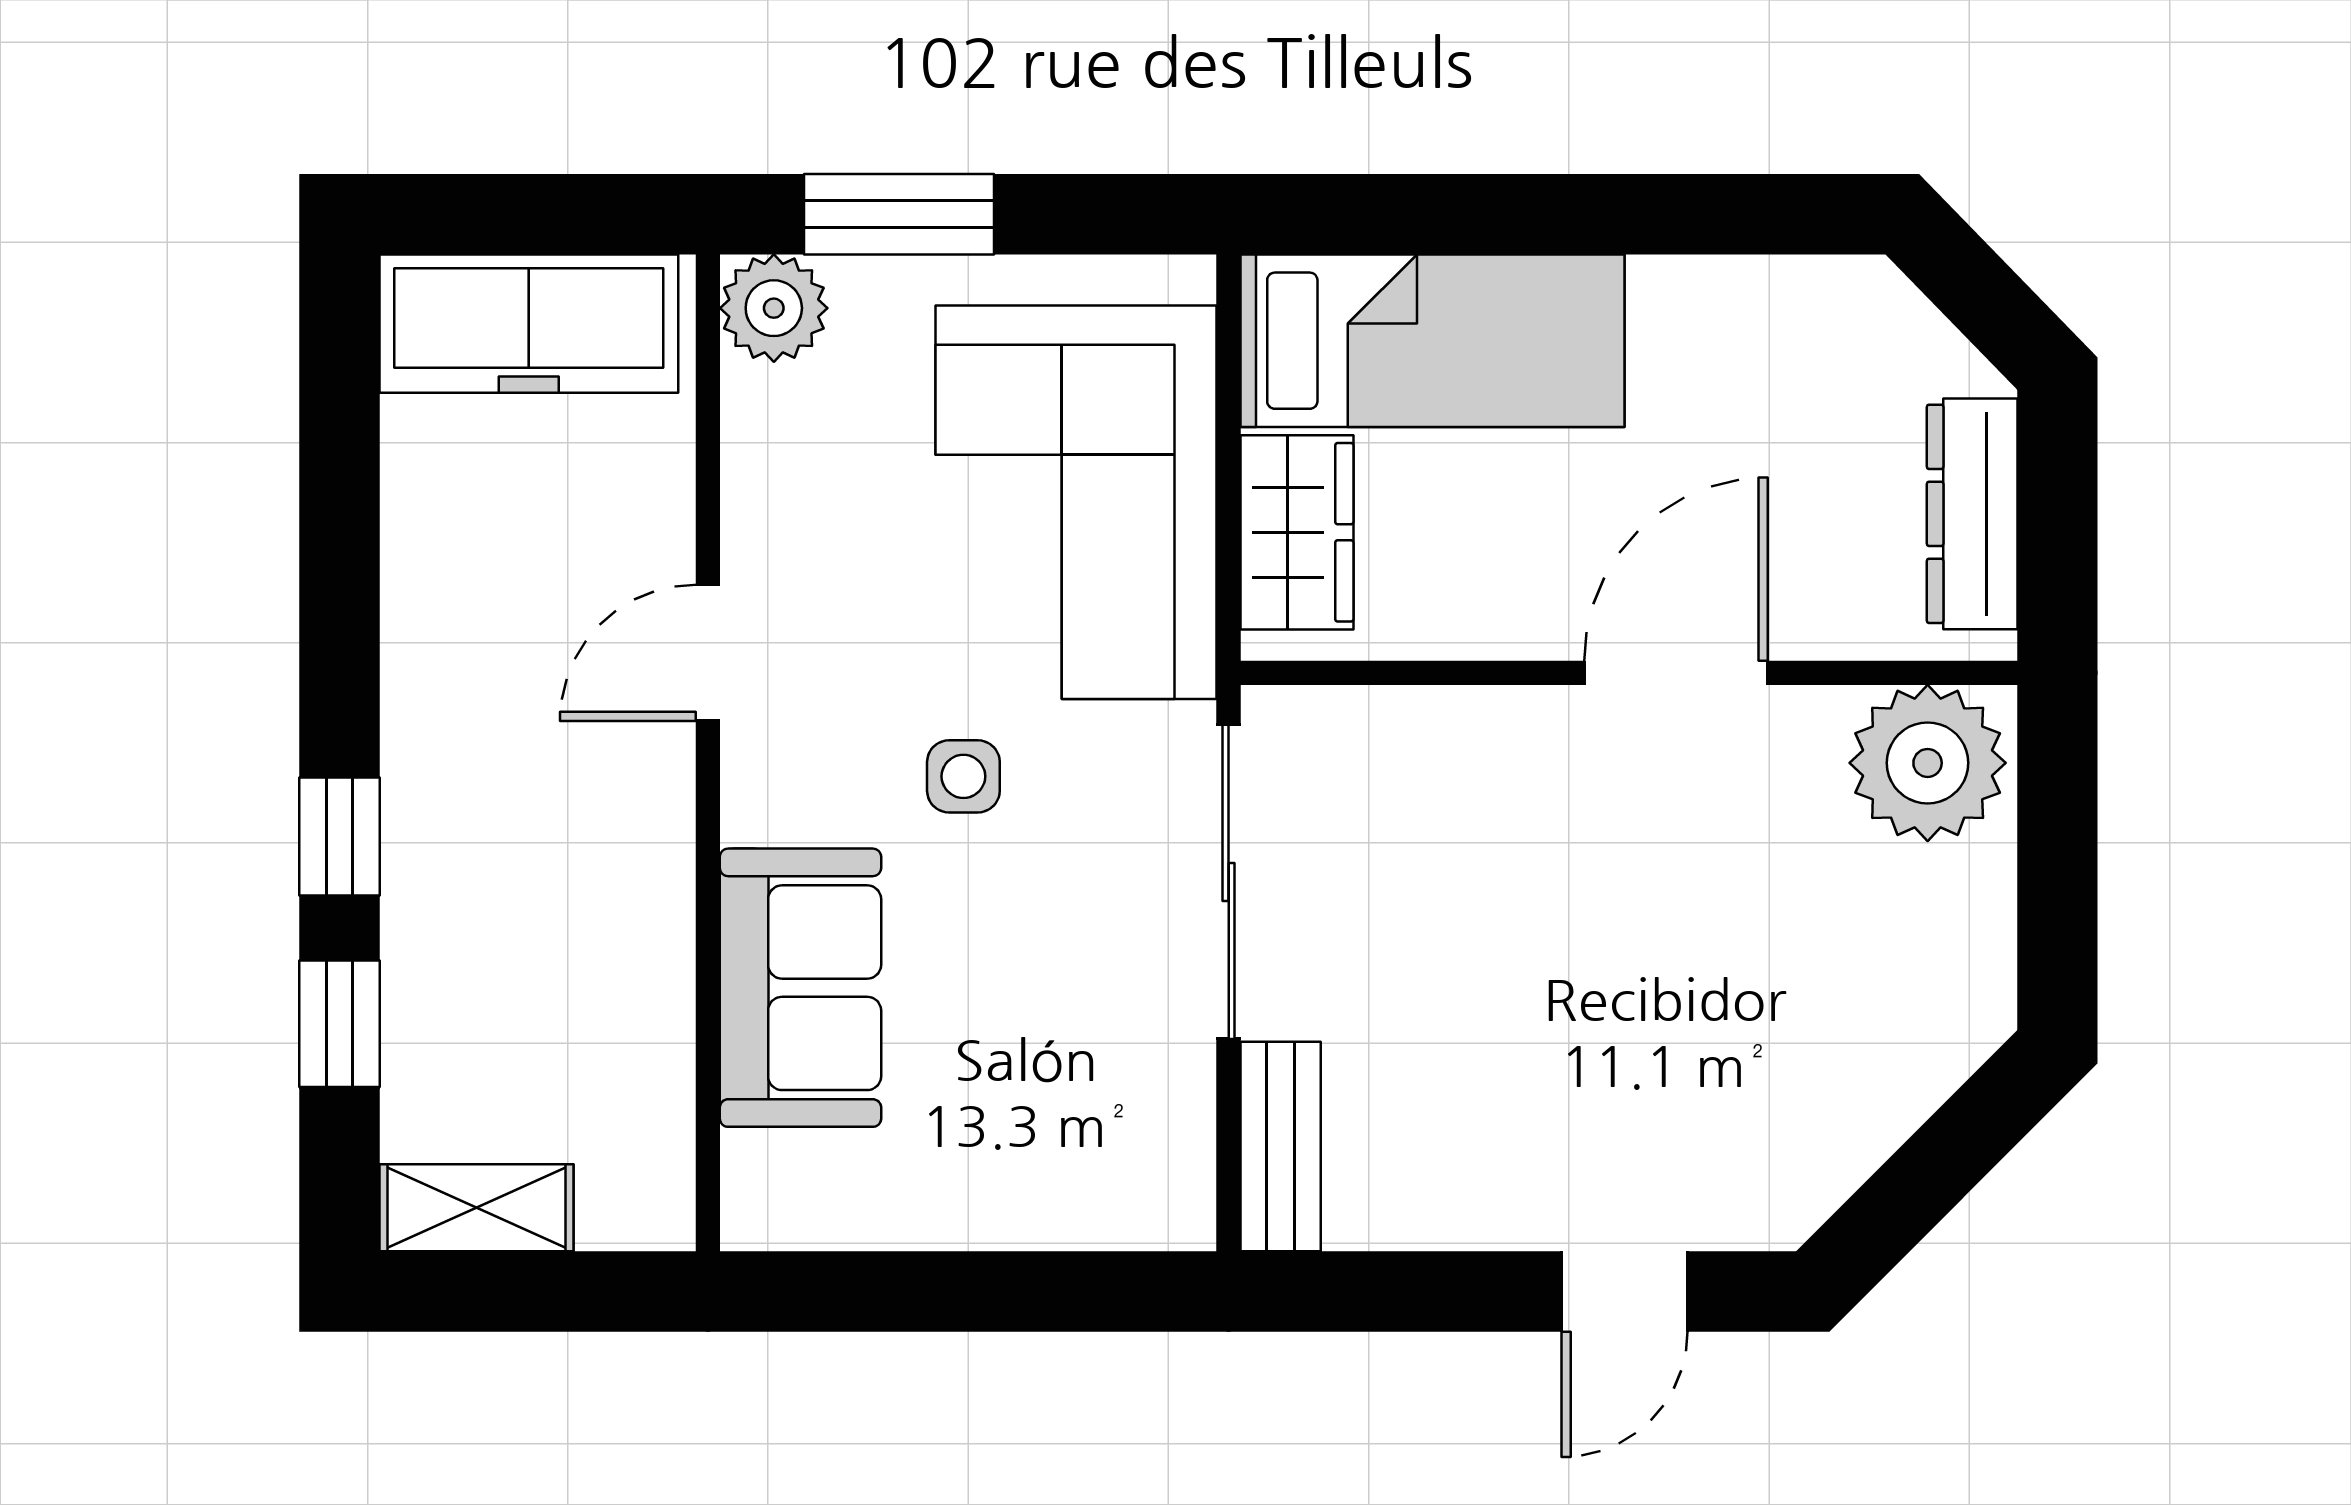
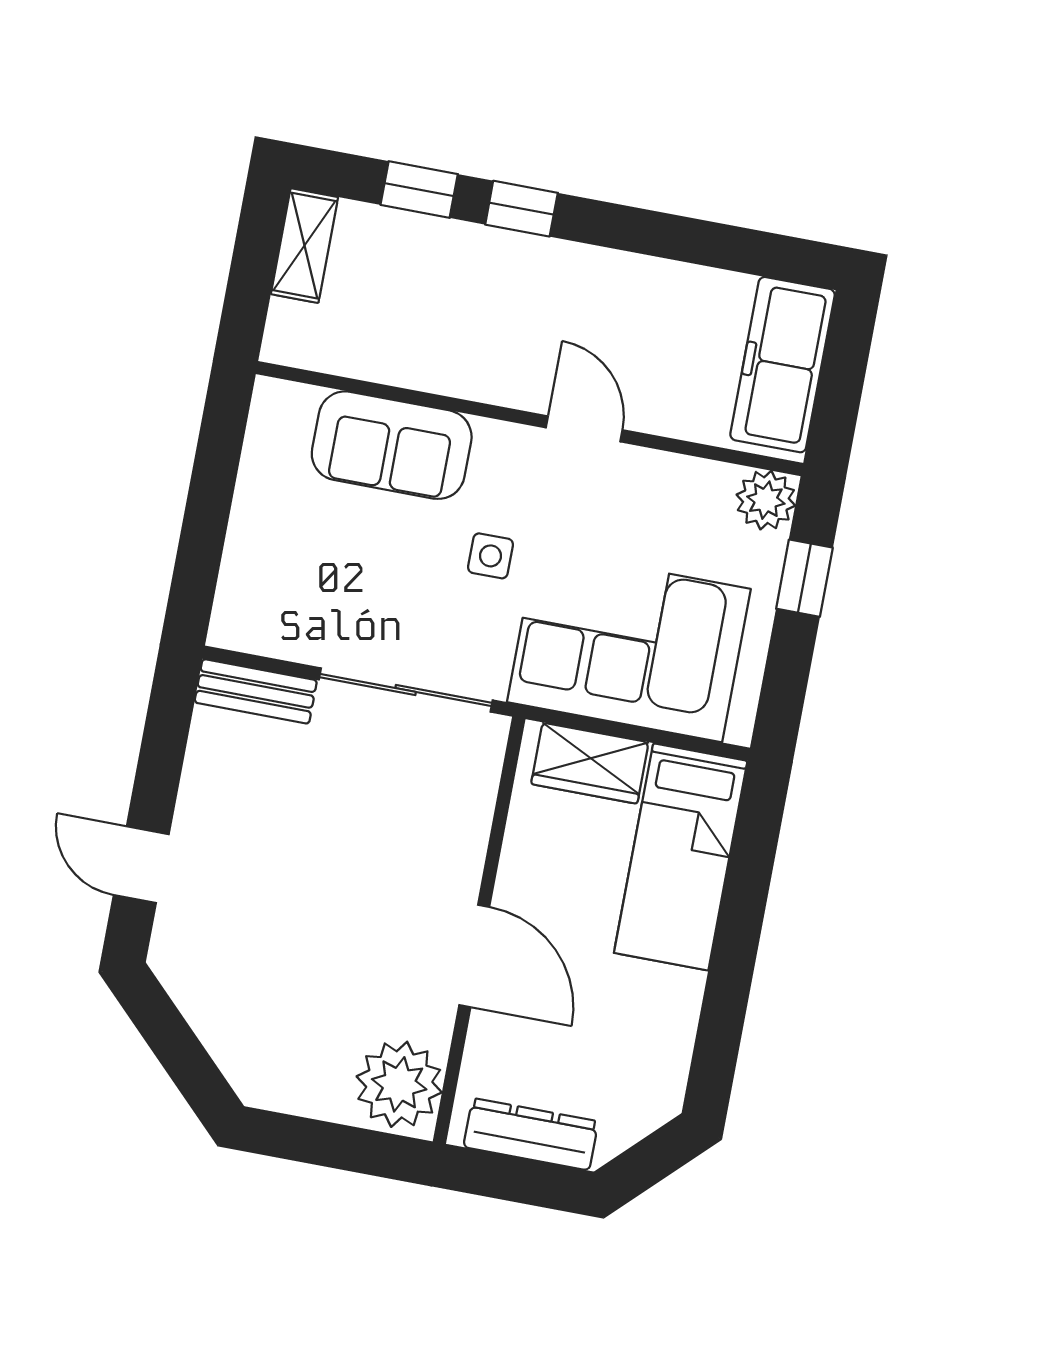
window: (899, 214) -> (804, 578), width x0.67

